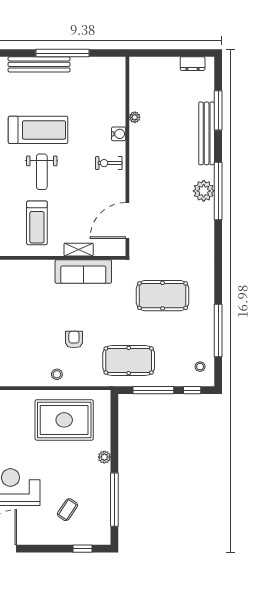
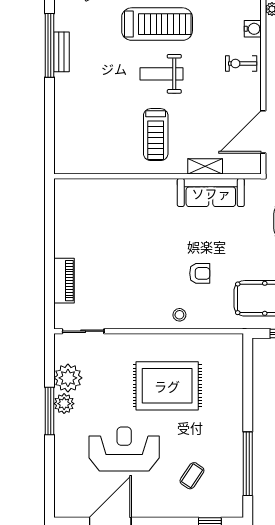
weight bench: (42, 172) -> (161, 74), turned 90
armchair: (74, 340) -> (200, 273), turned 90
rug: (64, 420) -> (167, 386), moved
plant: (104, 457) -> (236, 413), removed

